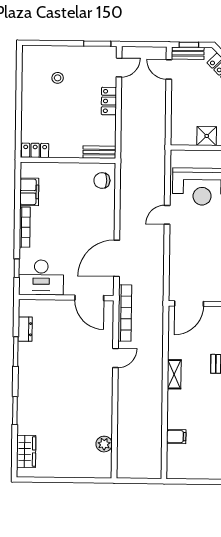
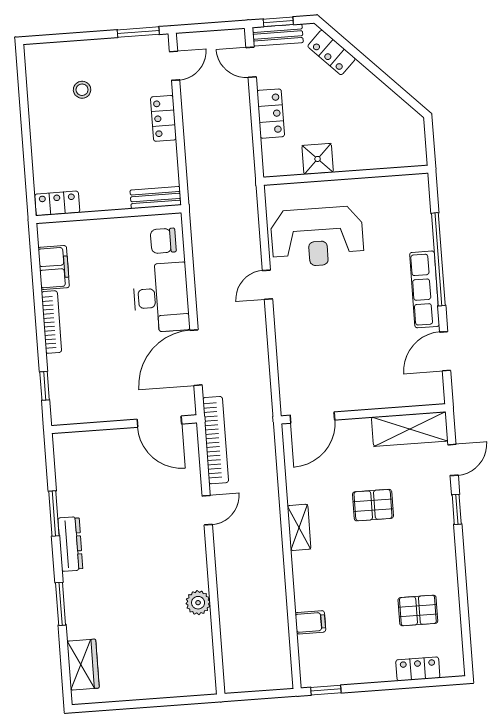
locker: (179, 104) -> (271, 114), added
desk: (41, 277) -> (161, 298), moved, turned -90
dresser: (25, 329) -> (70, 544), moved, width x1.44
plant: (104, 444) -> (198, 603), moved
window: (183, 481) -> (326, 690), added

